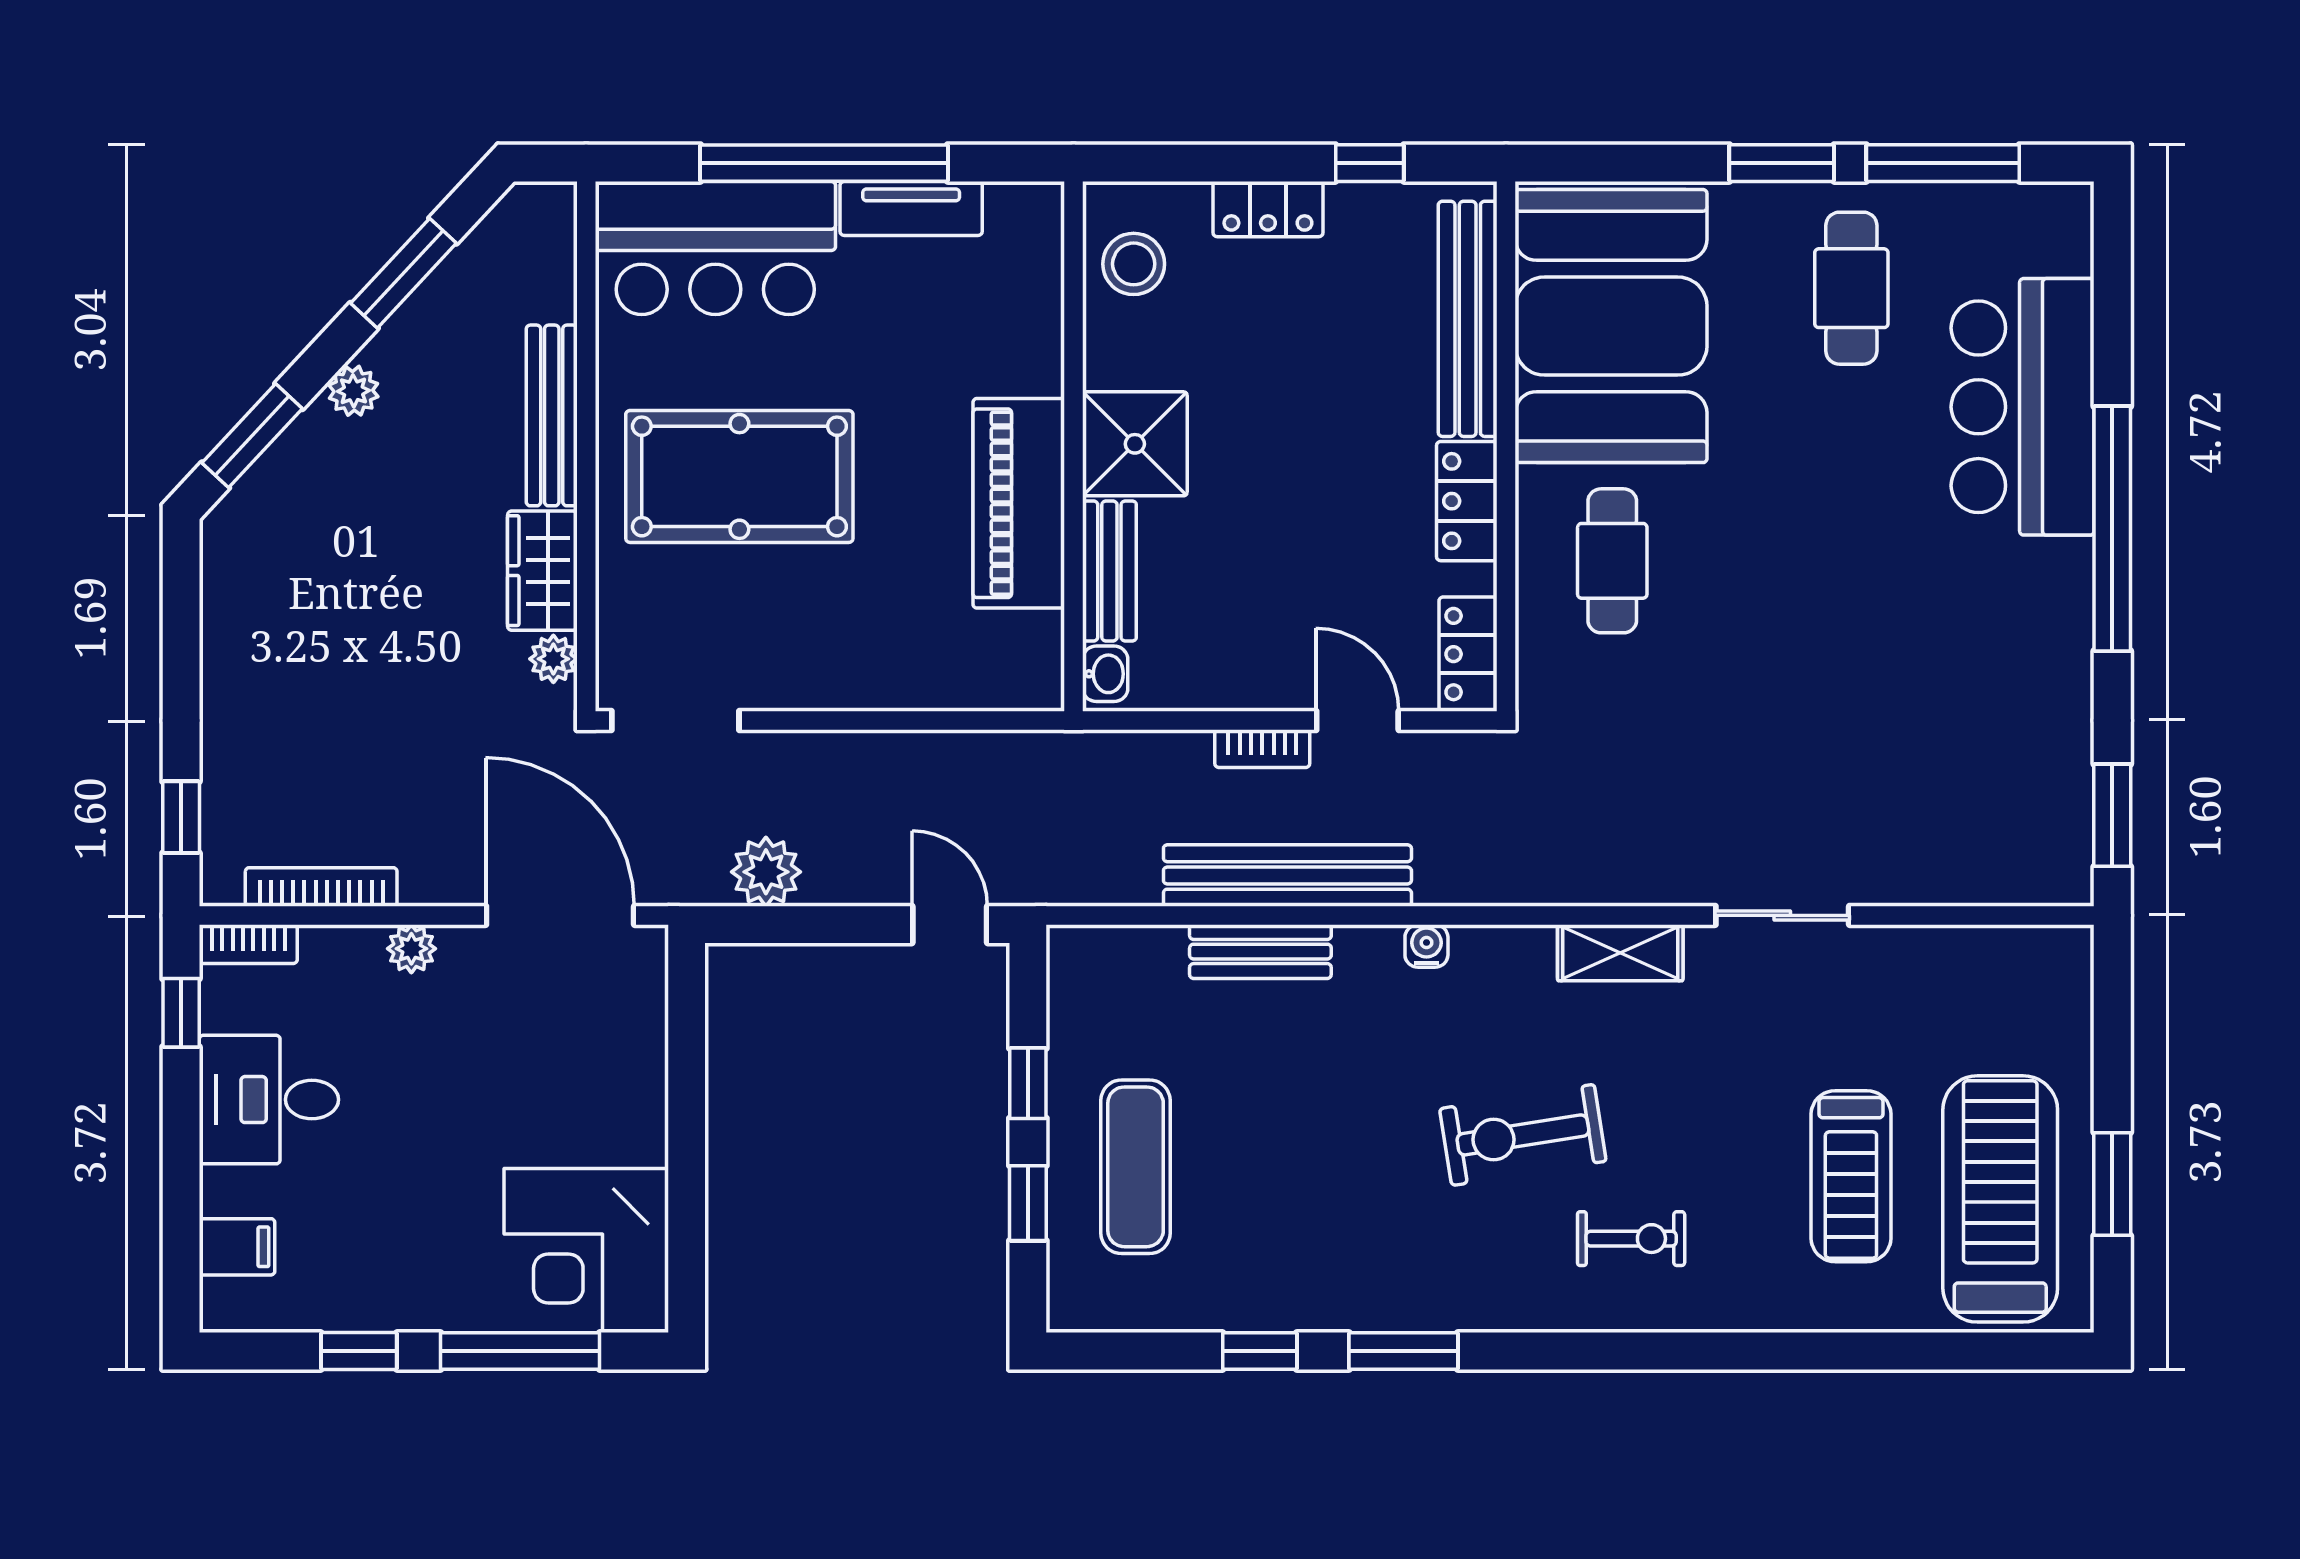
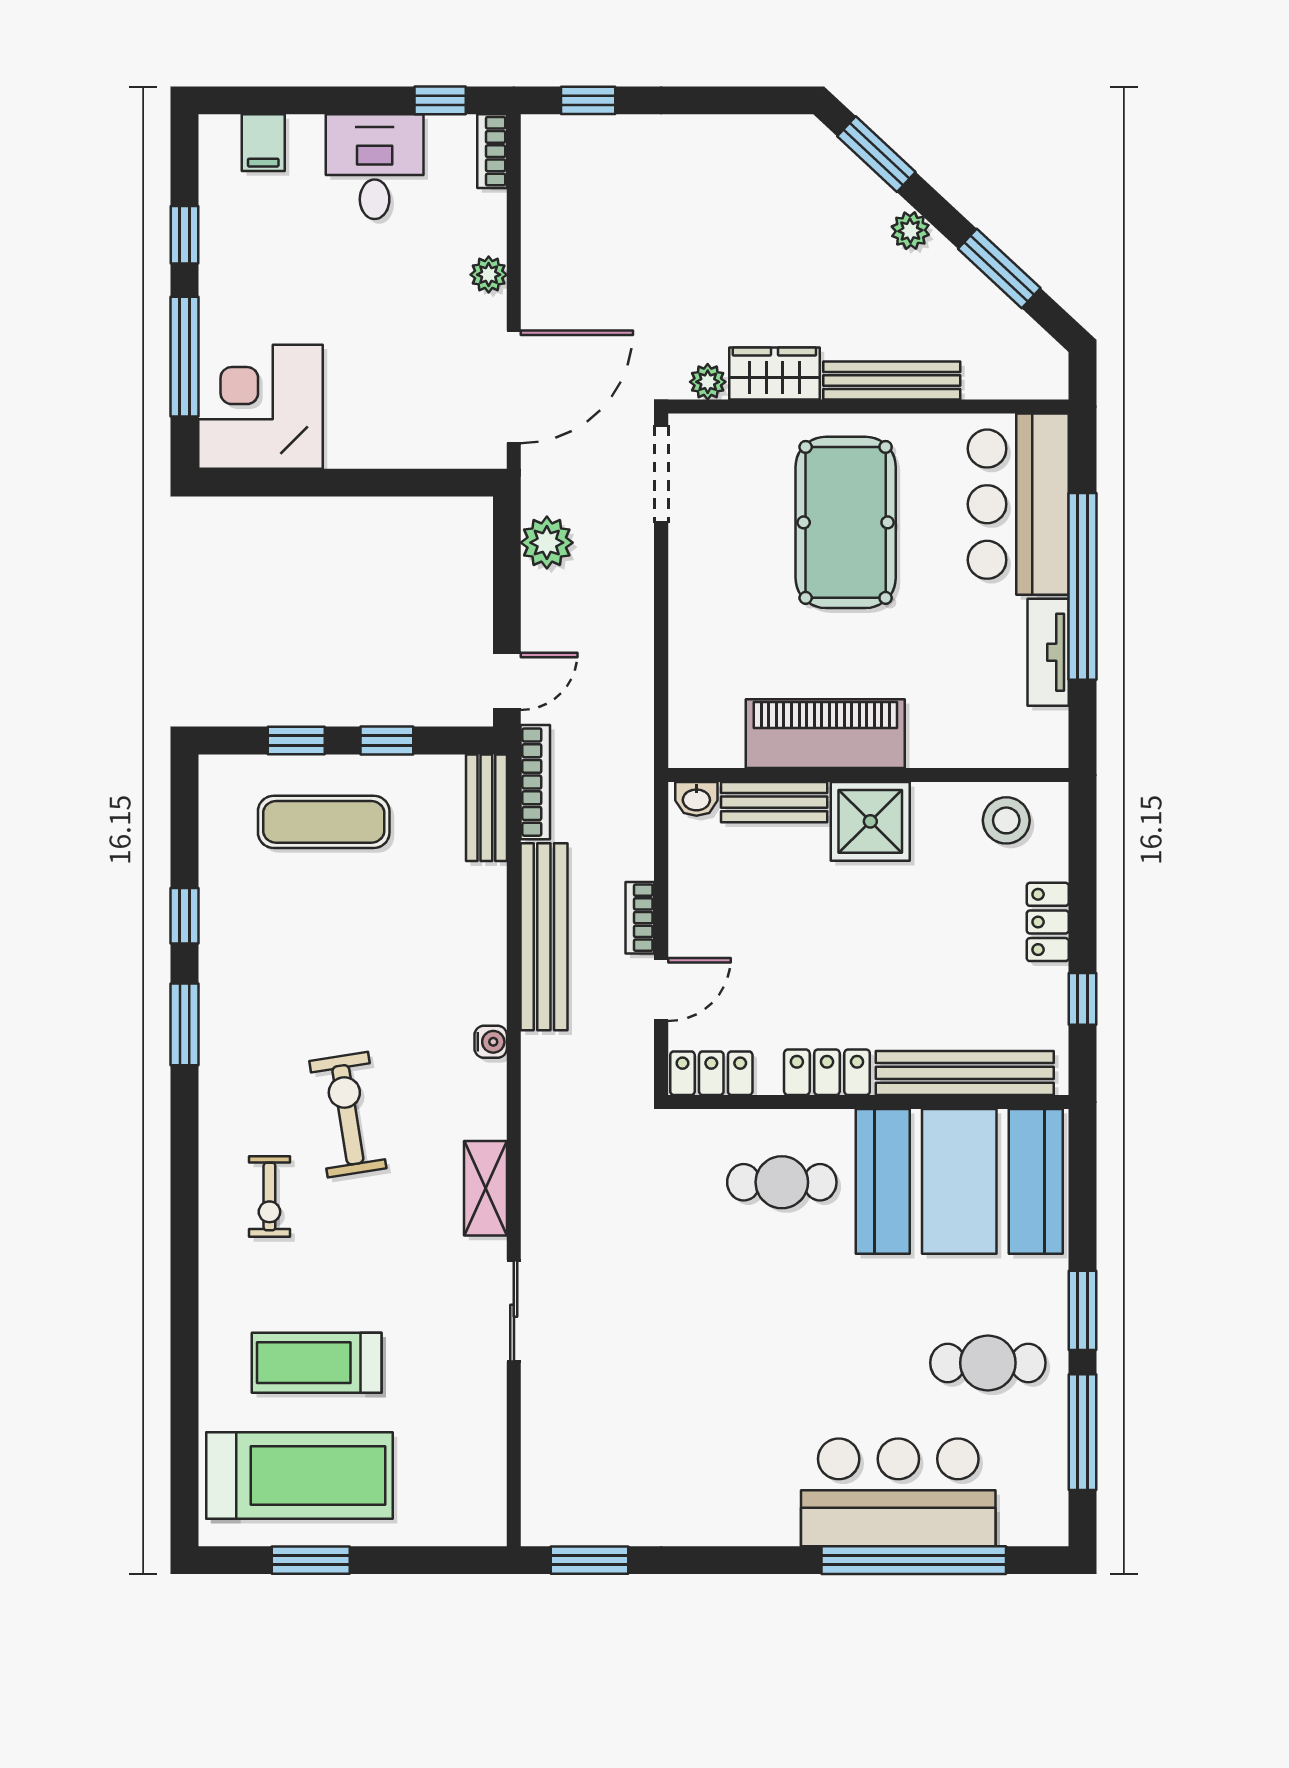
window: (2112, 529) -> (914, 1560), moved
bookcase: (321, 887) -> (535, 782), moved
bench: (1260, 952) -> (486, 808), moved

